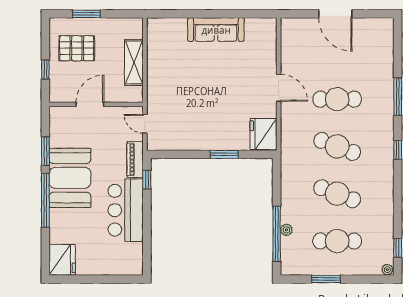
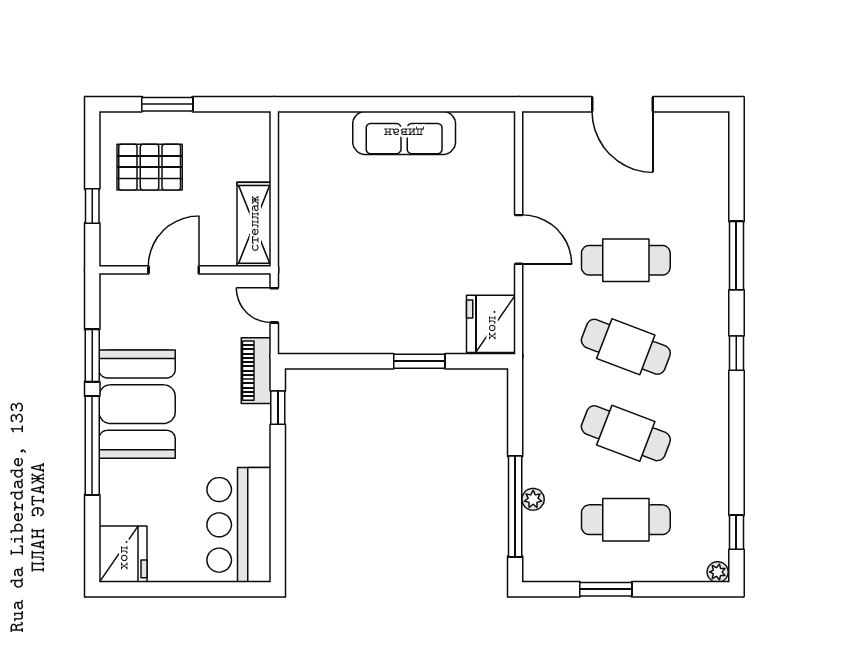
shelving: (134, 62) -> (254, 224), moved
bar counter: (126, 210) -> (239, 525), moved

